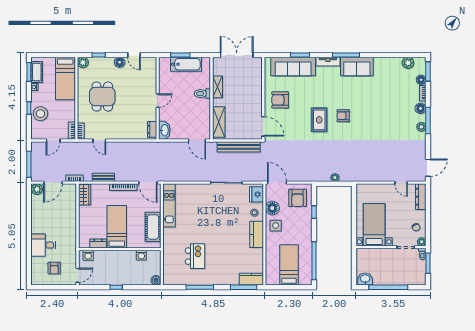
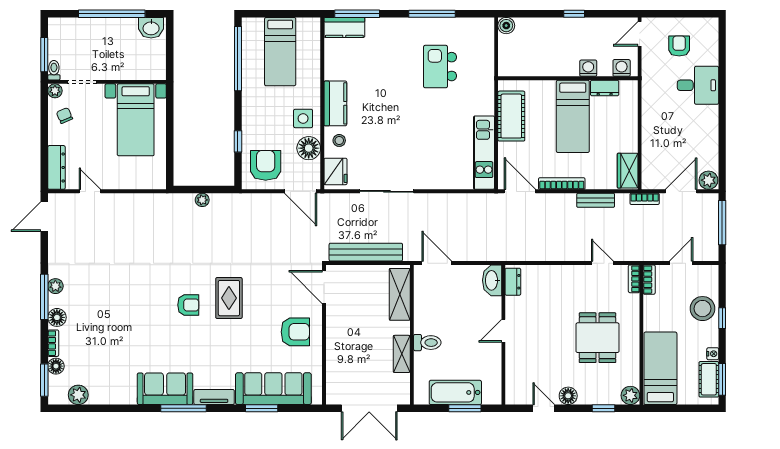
washing machine: (141, 255) -> (588, 68), moved

